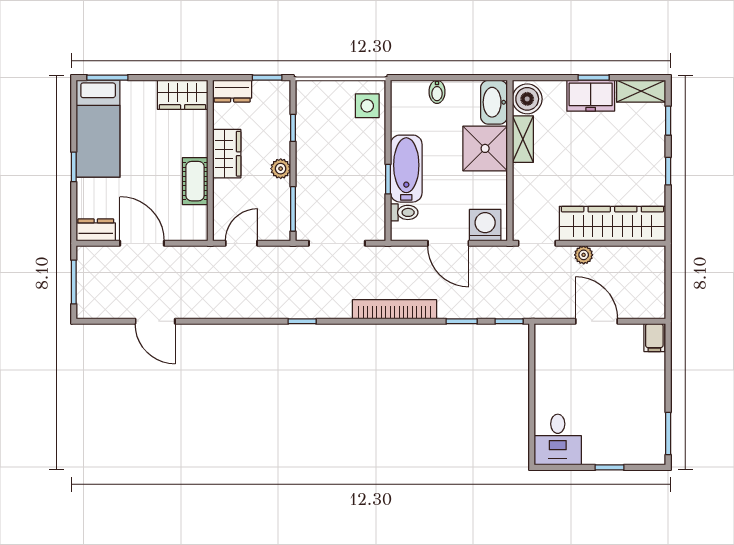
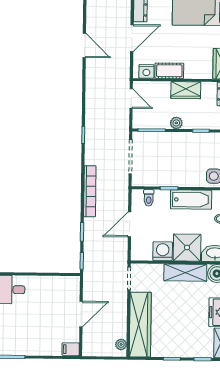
shelving: (523, 139) -> (185, 273), width x1.50, depth x1.33
bathtub: (406, 169) -> (191, 200), moved
nightstand: (197, 219) -> (146, 71), added
washing machine: (485, 225) -> (163, 251), moved, turned -90
plant: (584, 255) -> (121, 344), moved
door: (155, 321) -> (84, 45), swing flipped

